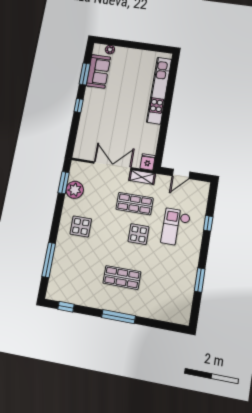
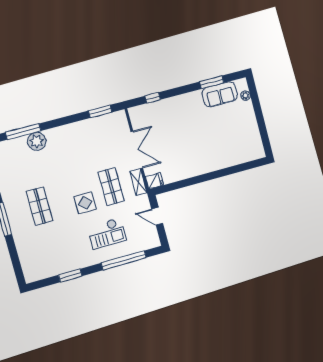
kitchen unit: (159, 90) -> (226, 161), removed
window: (79, 105) -> (153, 98), moved
plant: (75, 190) -> (37, 141), moved
window: (208, 223) -> (124, 260), width x3.17
display table: (81, 226) -> (67, 147), removed
checkout: (176, 227) -> (107, 233), turned 180

